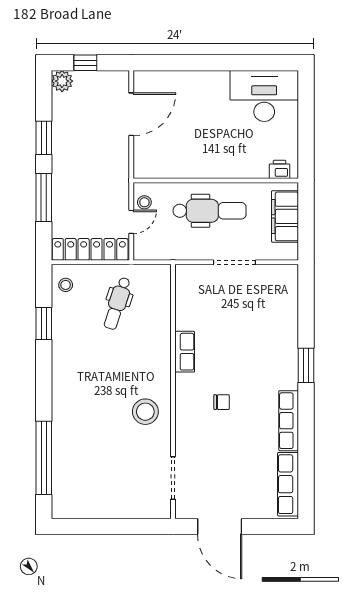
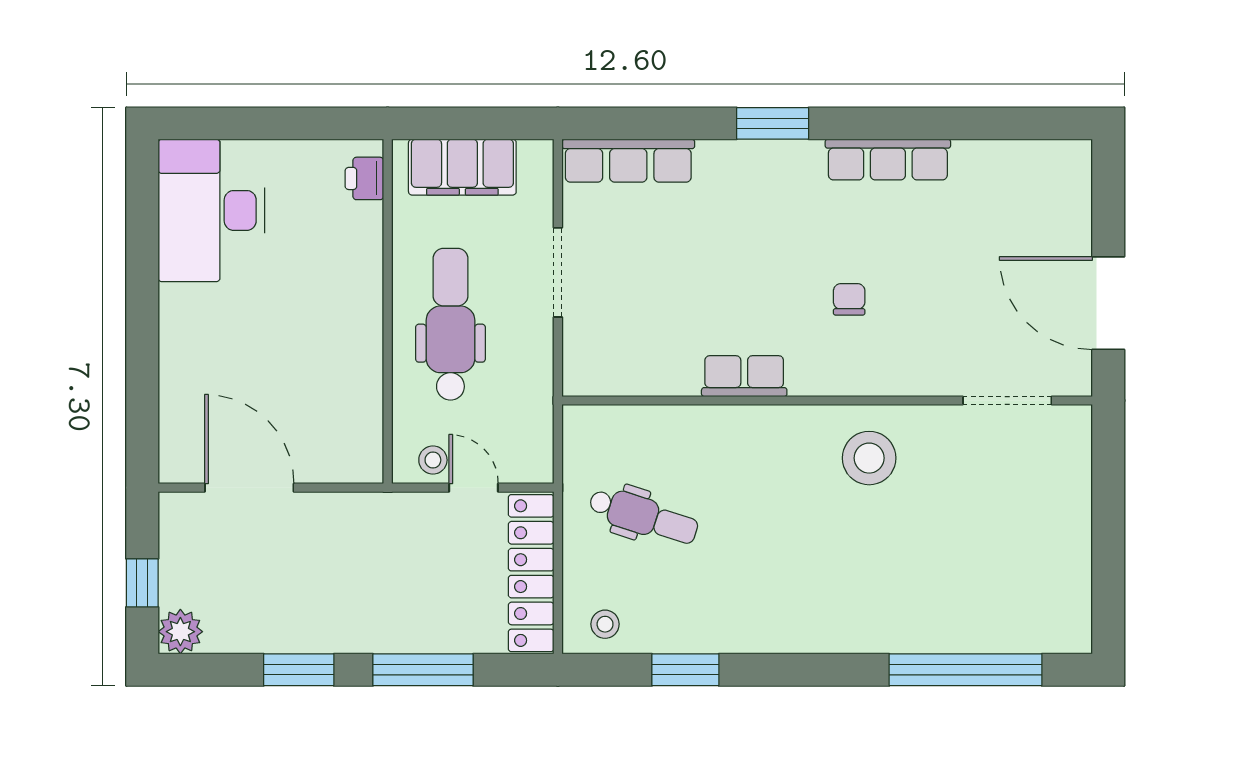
row of seats: (288, 484) -> (628, 161), moved
door: (220, 526) -> (1108, 303), swing flipped

